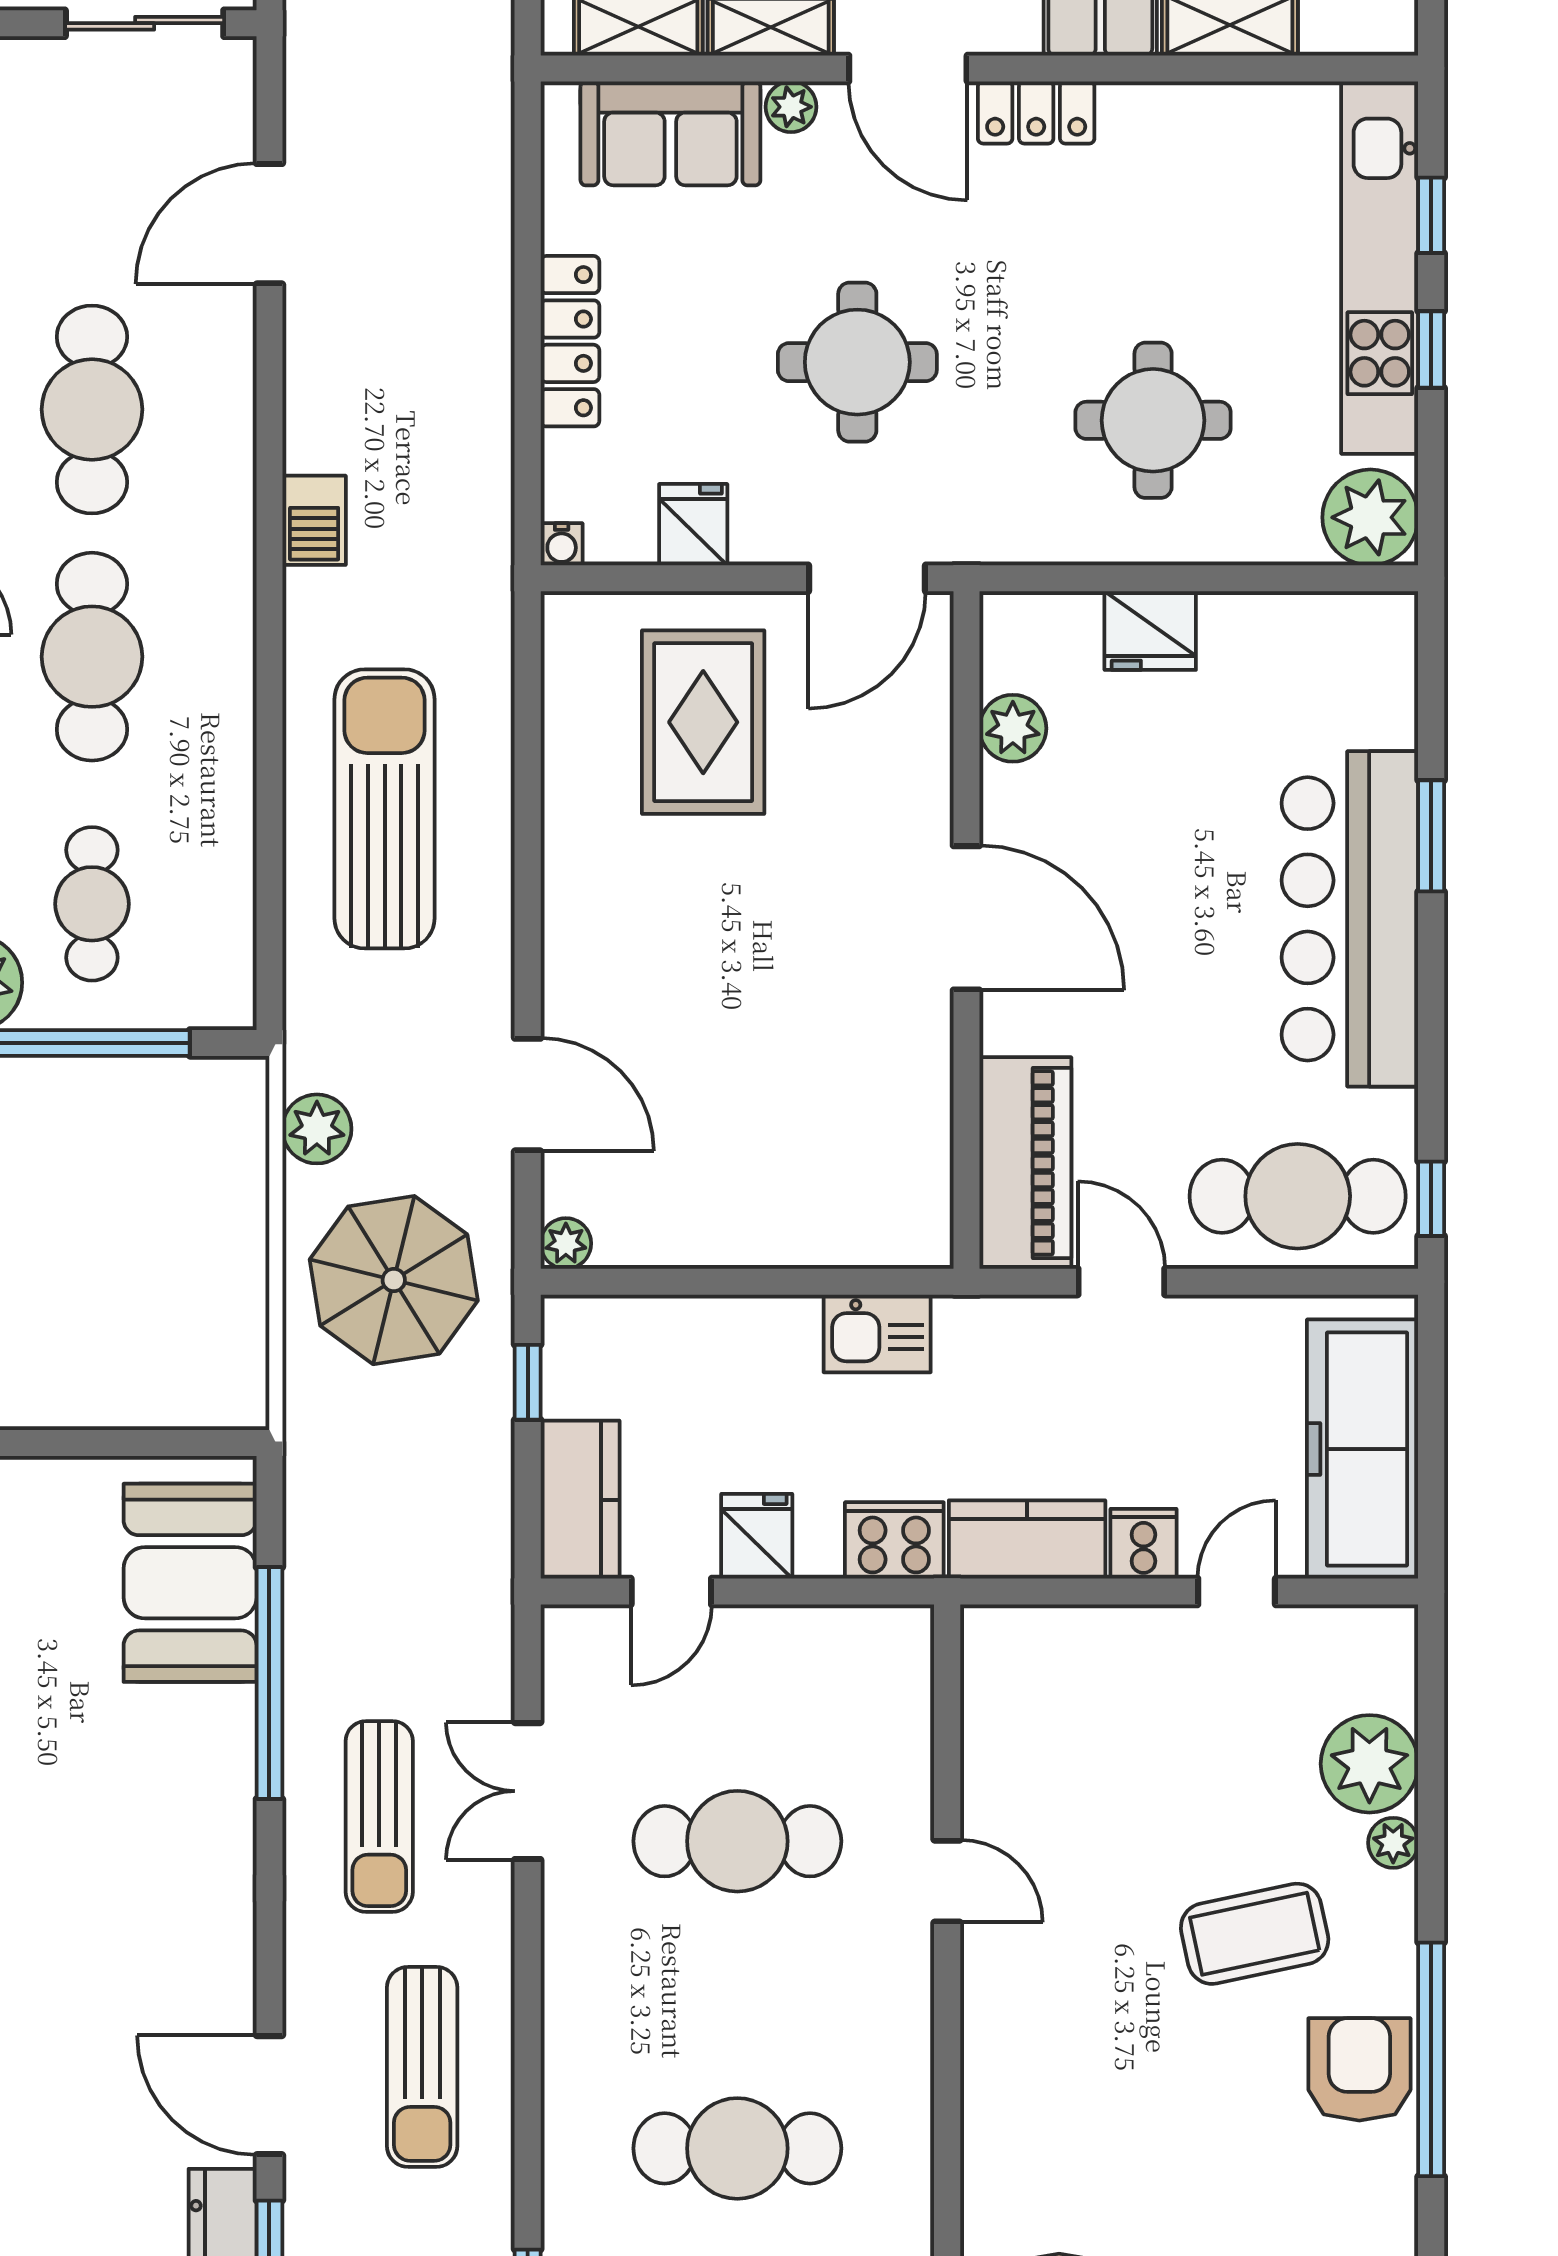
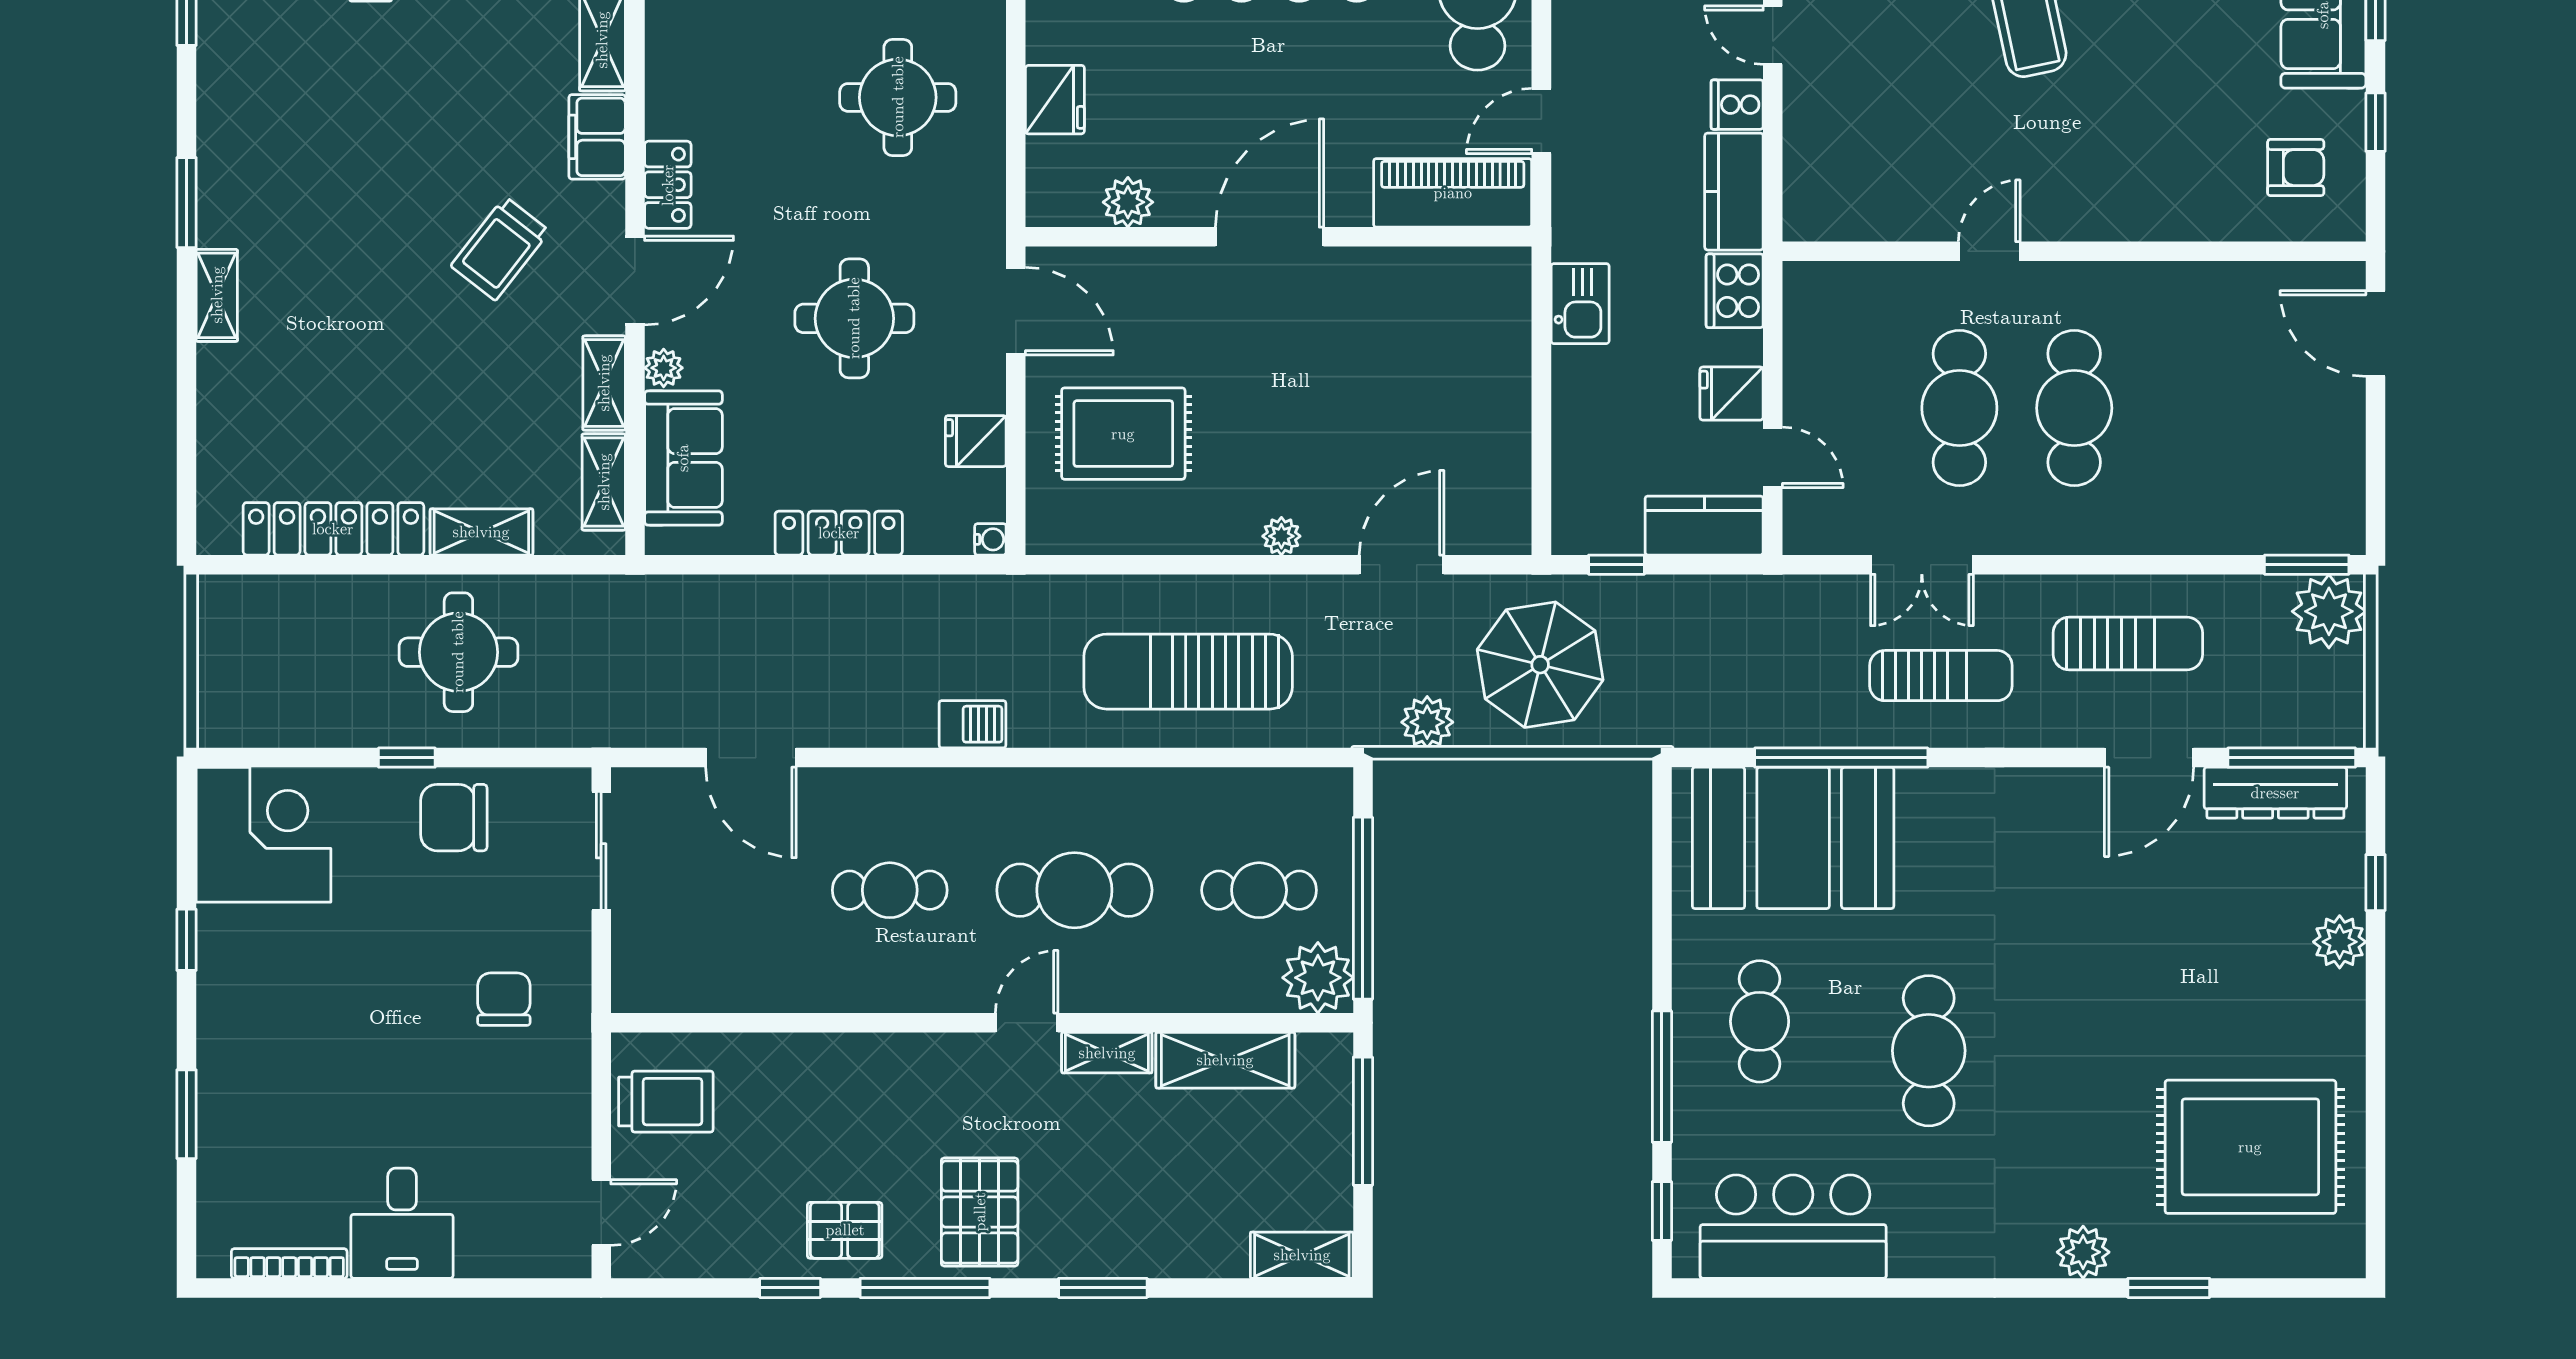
cafe table: (92, 409) -> (890, 890), width x0.73, depth x0.74
plant: (566, 1243) -> (1281, 536), moved
booth: (190, 1583) -> (1793, 838), width x1.36, depth x1.42
cafe table: (737, 2148) -> (2074, 408), moved

